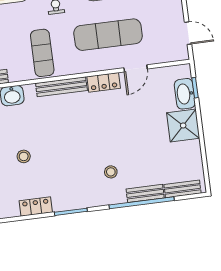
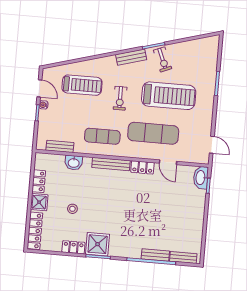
exercise mat: (42, 53) -> (102, 136), turned 90
door: (136, 68) -> (168, 162), hinge flipped
washbasin: (185, 94) -> (201, 178), moved
shower: (183, 125) -> (98, 244), moved
stool: (111, 172) -> (134, 234), removed

